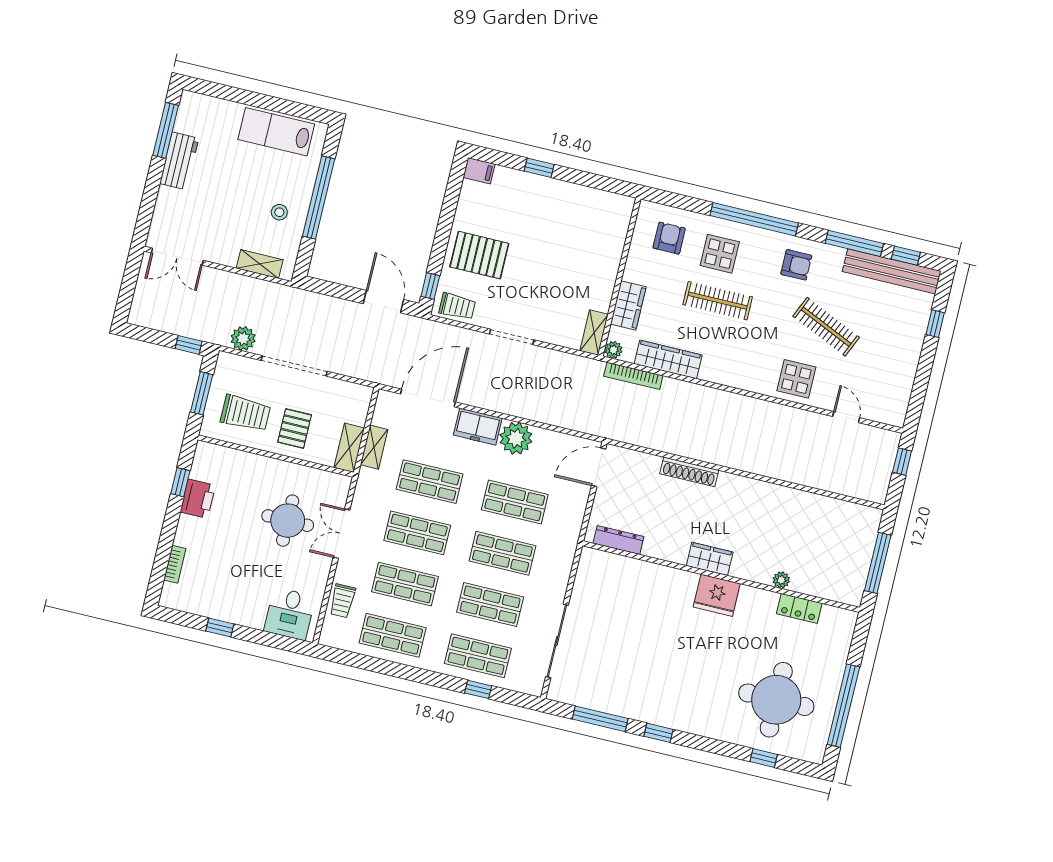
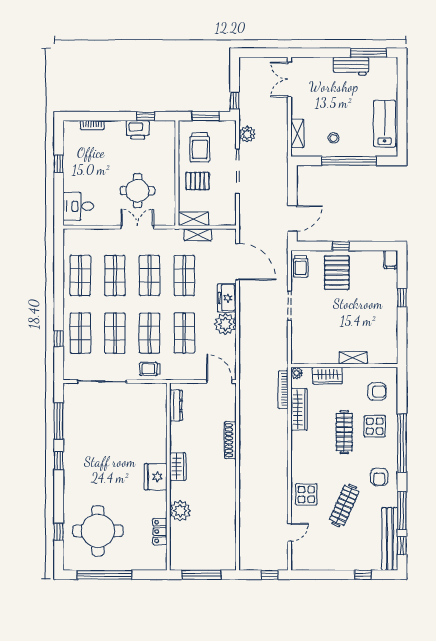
window: (430, 286) -> (341, 246), moved
shelving: (594, 333) -> (353, 358), moved
plant: (781, 580) -> (180, 511), width x1.88, depth x1.88
trolley: (342, 601) -> (150, 369), moved

